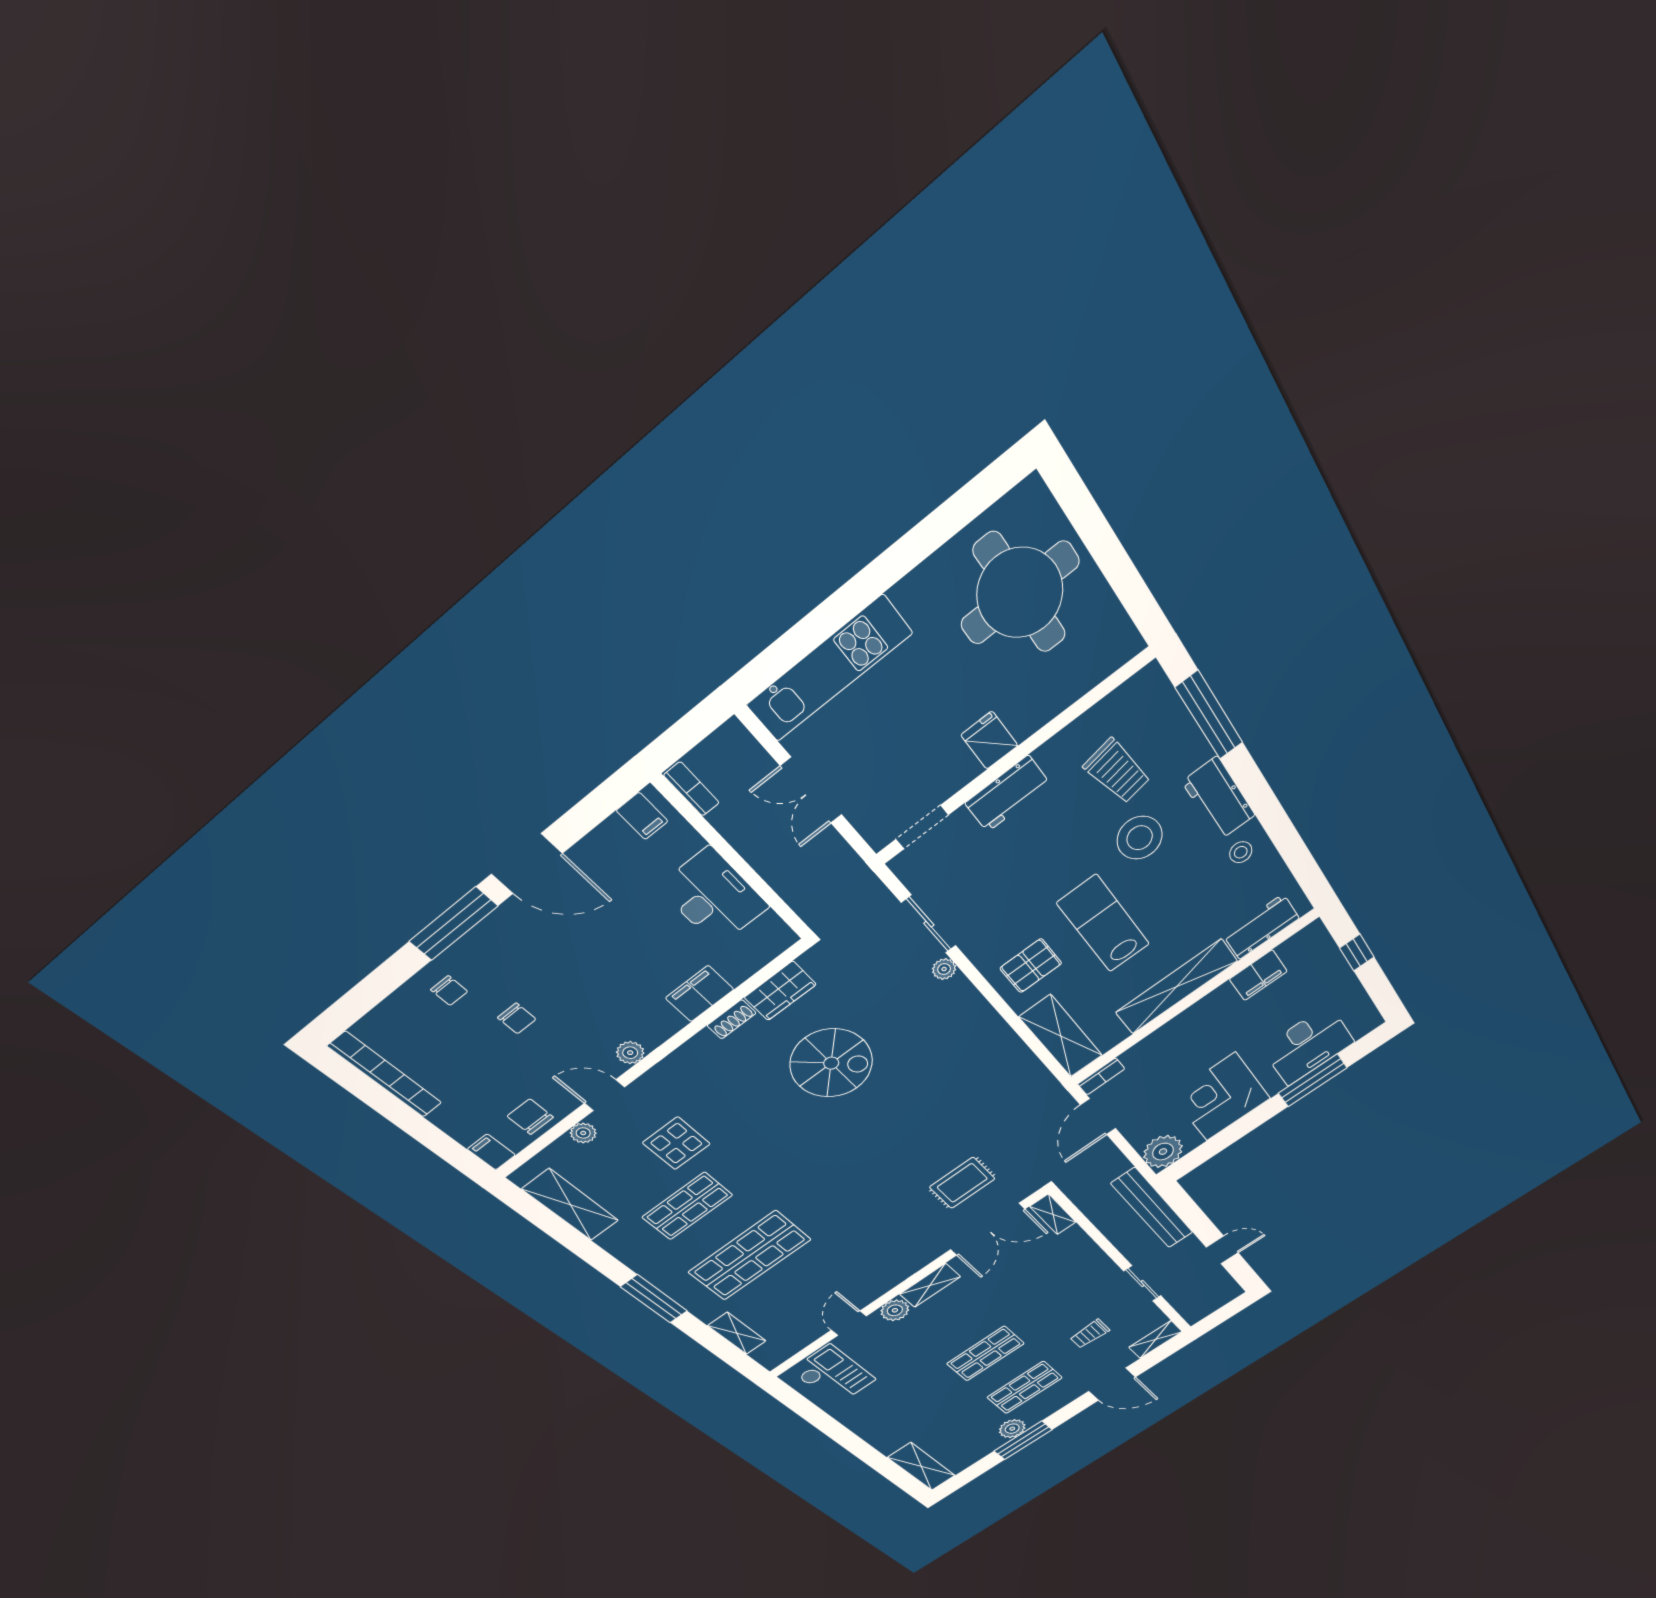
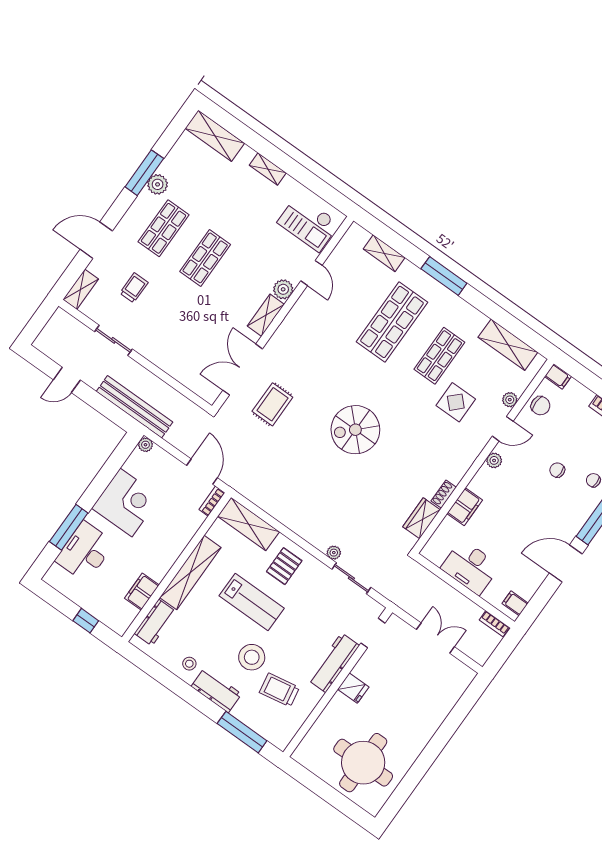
kitchen unit: (829, 669) -> (443, 701), removed
workbench: (1008, 794) -> (334, 663), width x1.38
spiral stairs: (831, 1063) -> (355, 430), moved
plant: (1163, 1152) -> (145, 445), width x0.53, depth x0.53
shelving: (1053, 1214) -> (268, 169), moved

